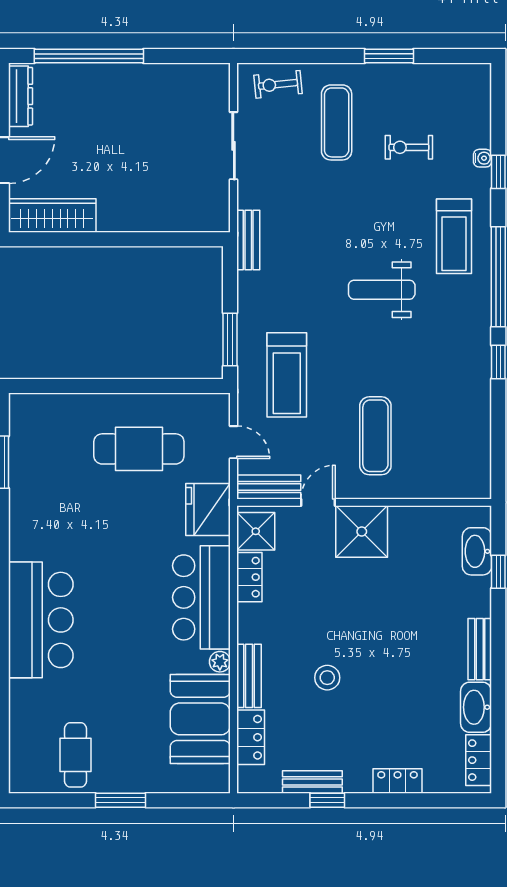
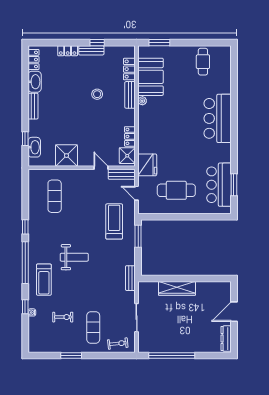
window: (89, 56) -> (172, 355), moved
wardrobe: (52, 215) -> (177, 288), moved
treadmill: (454, 236) -> (44, 280), turned 180
exercise mat: (375, 436) -> (55, 196), moved
door: (318, 502) -> (101, 168), swing flipped
shower: (362, 531) -> (66, 156), moved
bar counter: (201, 597) -> (219, 185), moved, turned 180
bench: (312, 782) -> (91, 50), moved
window: (121, 800) -> (159, 43), moved

